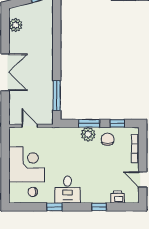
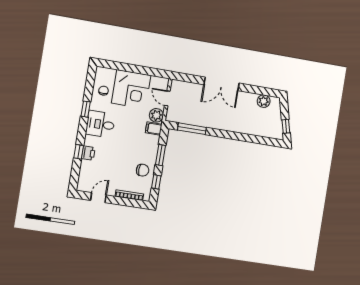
door: (30, 126) -> (167, 98), swing flipped
plant: (88, 134) -> (156, 115), moved
filing cabinet: (63, 135) -> (154, 129), added
printer: (118, 197) -> (88, 153), moved

